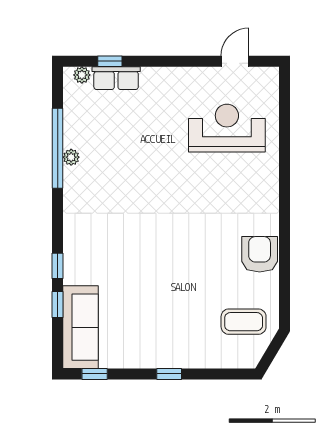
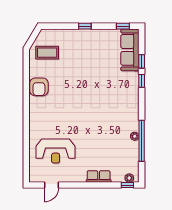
window: (110, 61) -> (127, 185), moved
row of seats: (116, 78) -> (99, 176), moved

